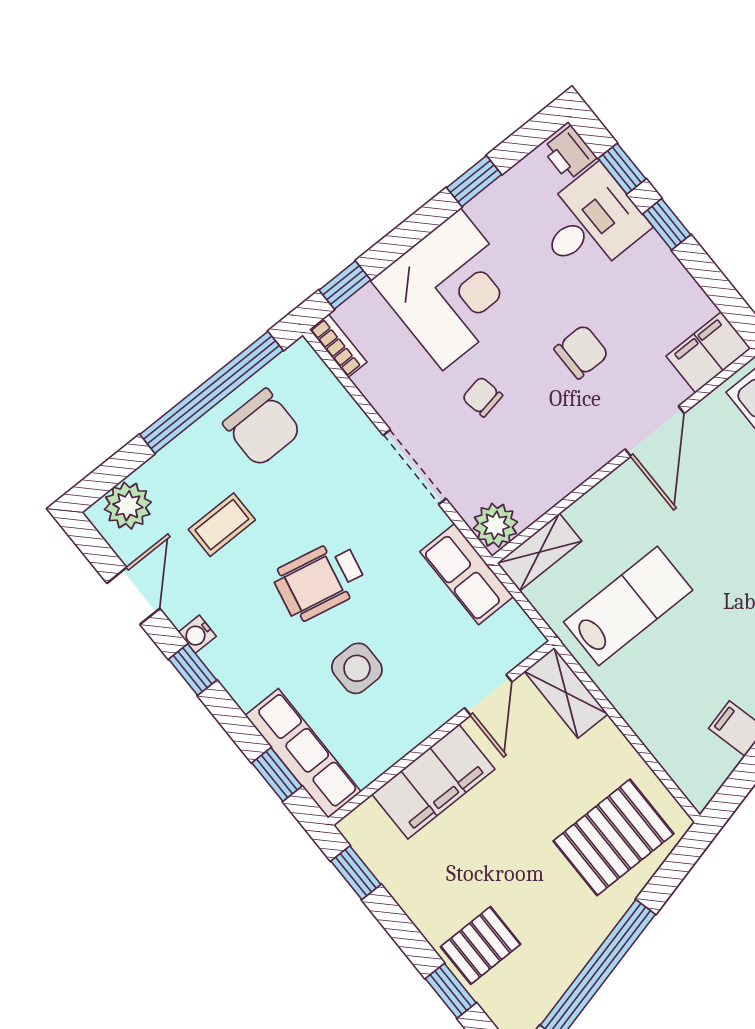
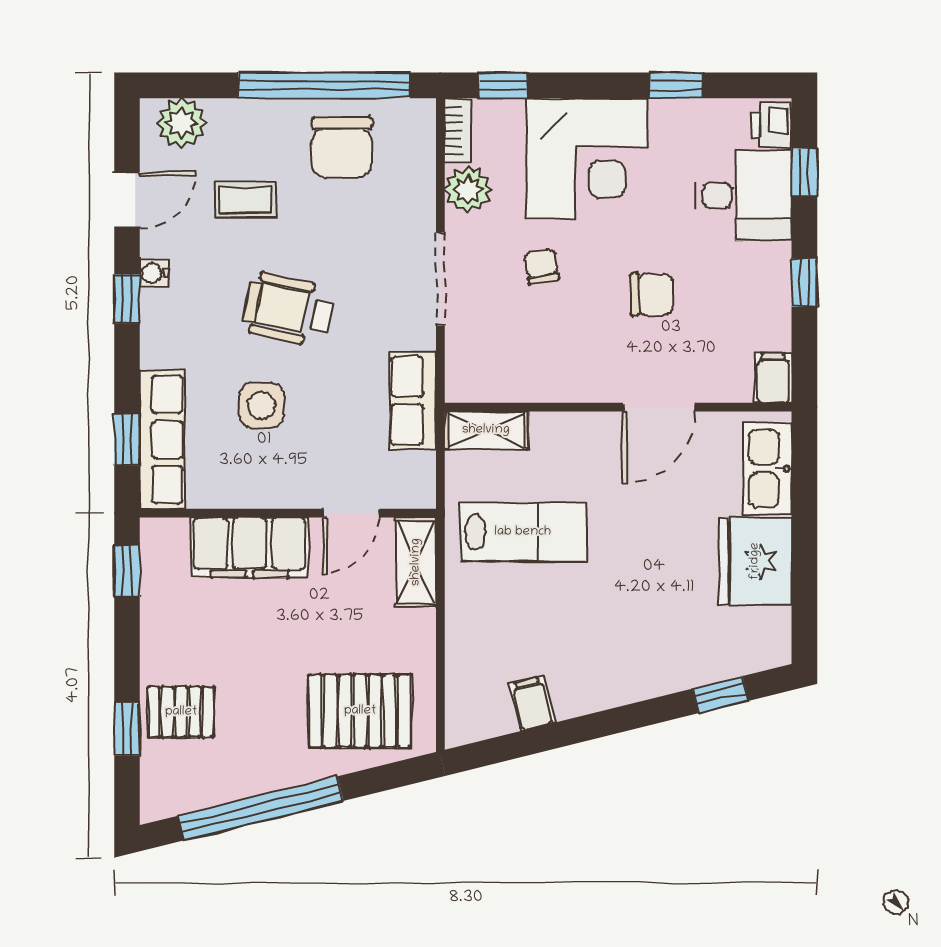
window: (667, 224) -> (804, 283), moved
filing cabinet: (708, 352) -> (773, 378), width x0.50
plant: (495, 525) -> (468, 190), moved

